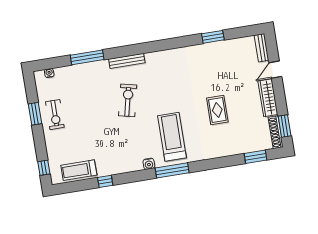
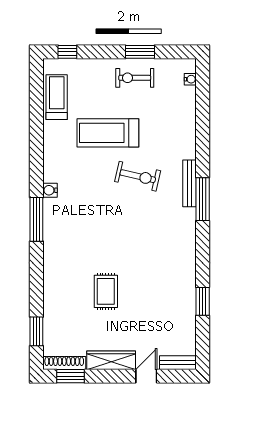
window: (87, 57) -> (203, 199), moved
door: (275, 70) -> (146, 376), hinge flipped
rug: (217, 110) -> (106, 291), turned 90
treadmill: (172, 137) -> (108, 133), moved, turned 180
window: (105, 181) -> (36, 129), removed

